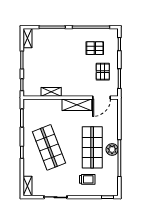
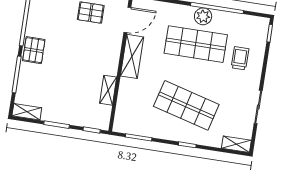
pallet: (95, 48) -> (34, 50), moved
door: (102, 98) -> (127, 20), hinge flipped
shop shelf: (49, 147) -> (186, 105), turned 36

